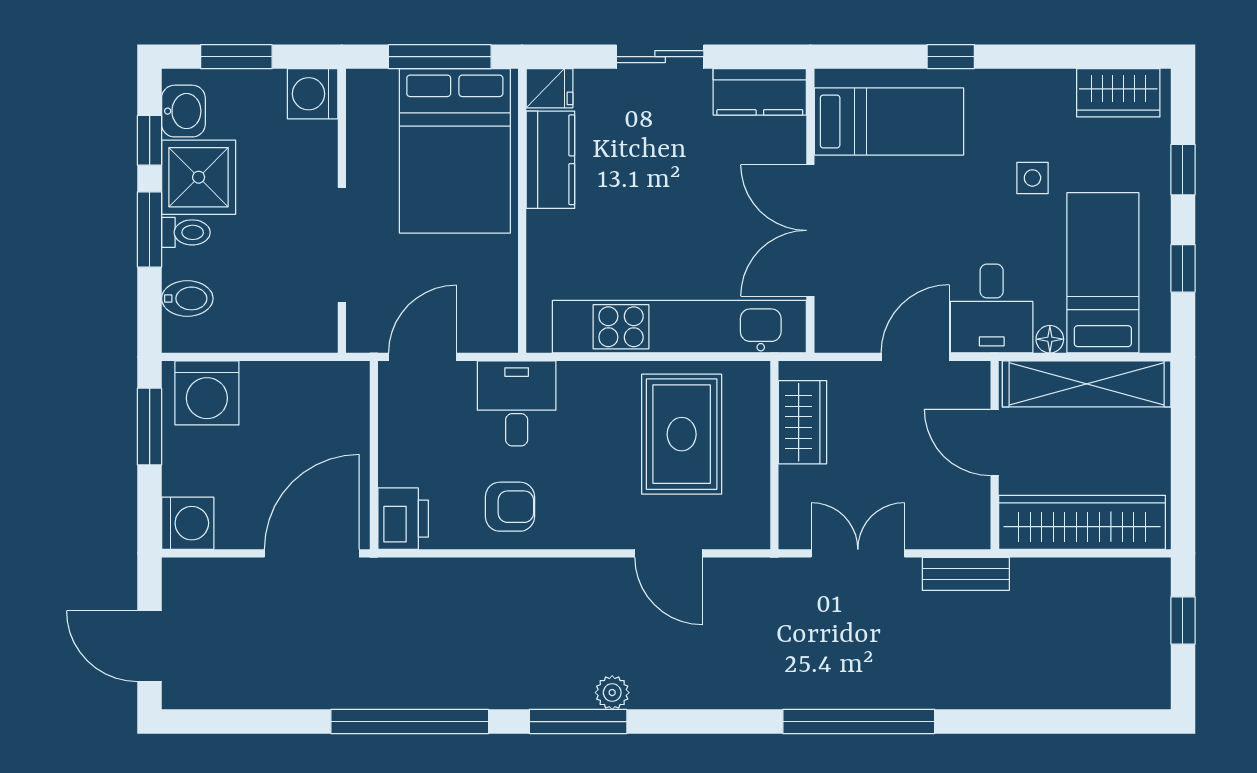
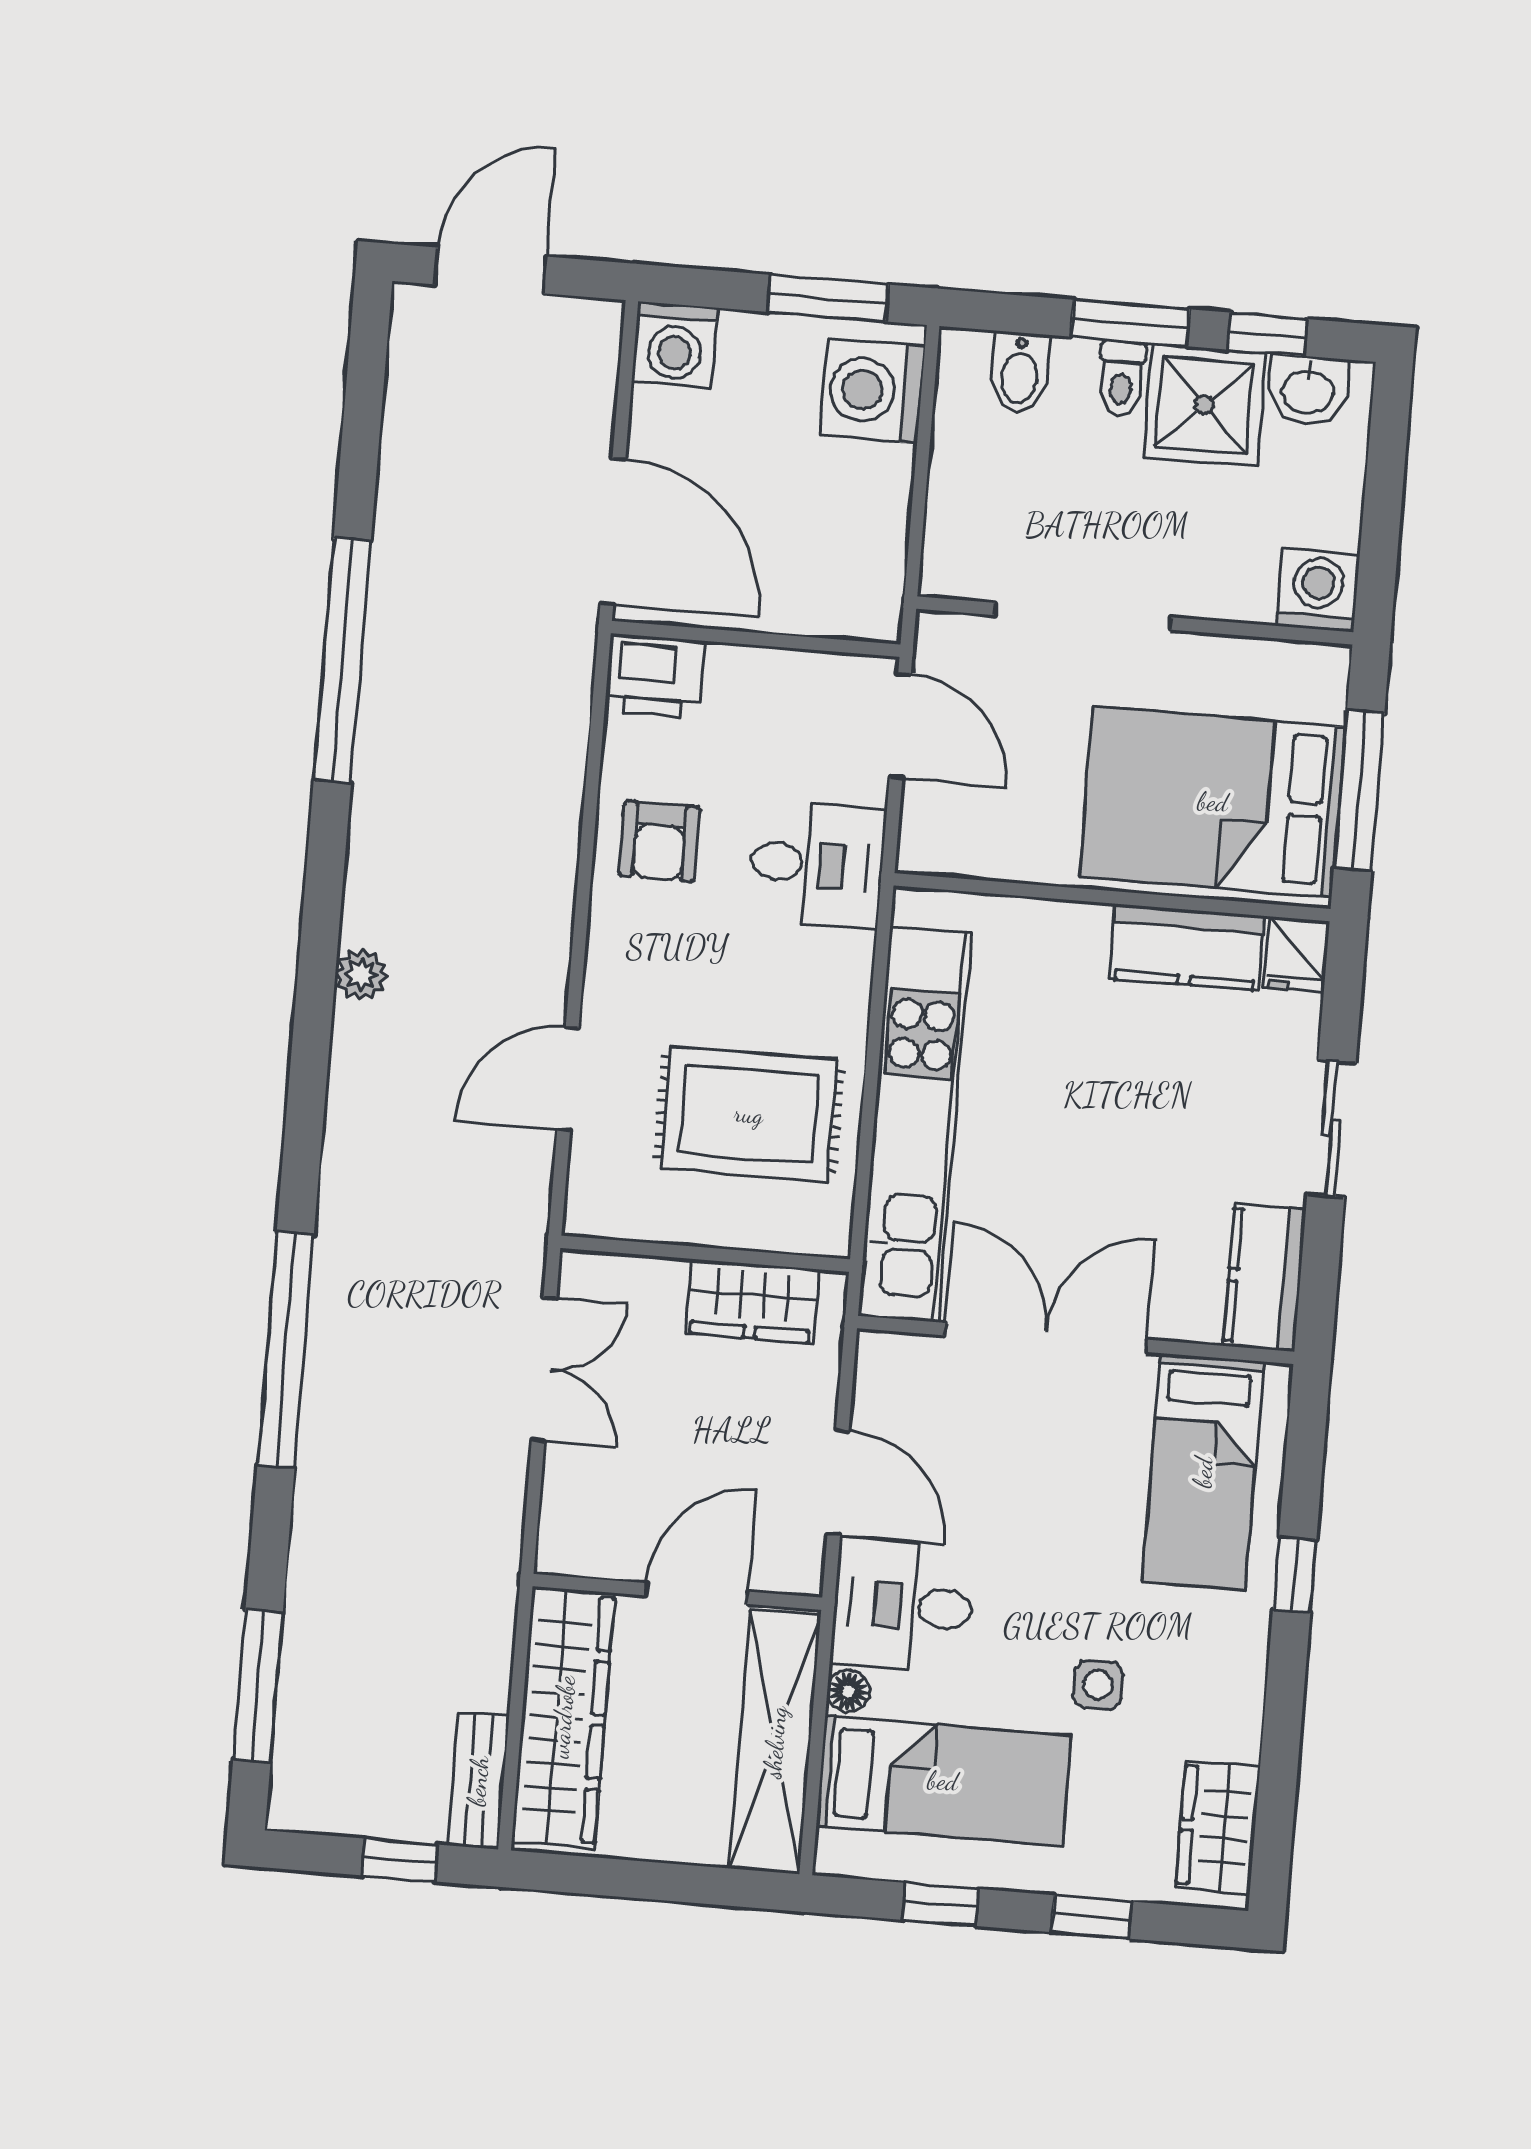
window: (236, 57) -> (1385, 478), removed
bench: (966, 574) -> (478, 1781), moved
window: (578, 722) -> (258, 1686), moved

